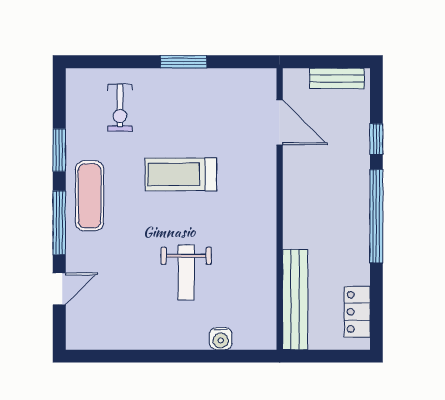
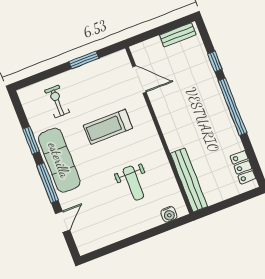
exercise bike: (120, 108) -> (57, 101), turned 180
door: (280, 122) -> (139, 79), moved
exercise mat: (90, 196) -> (59, 160), width x1.36, depth x1.45
wall: (280, 209) -> (159, 130), moved
bench: (295, 300) -> (189, 180), moved

